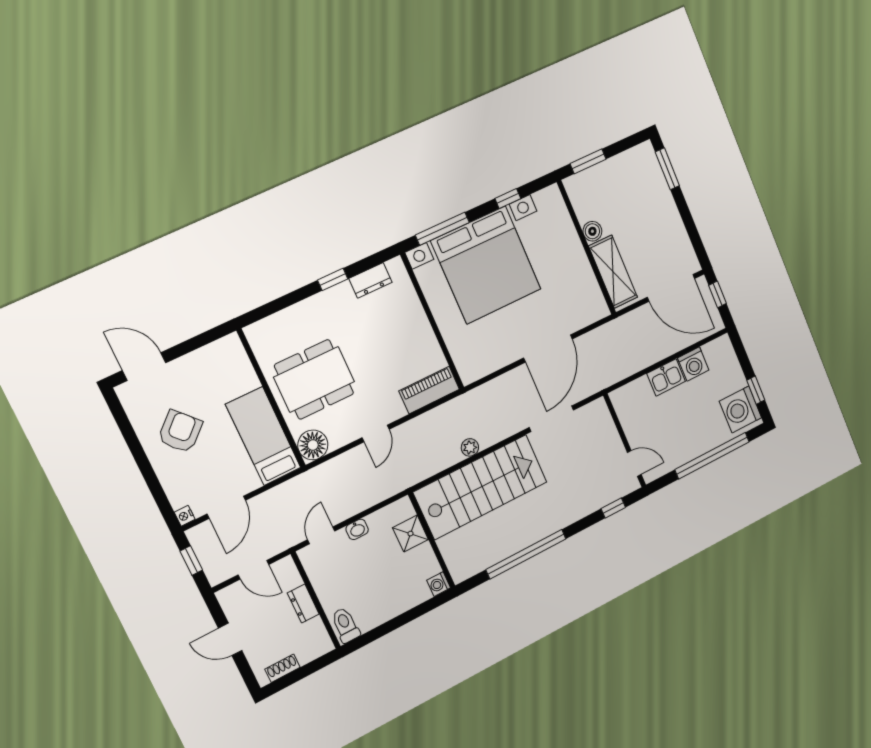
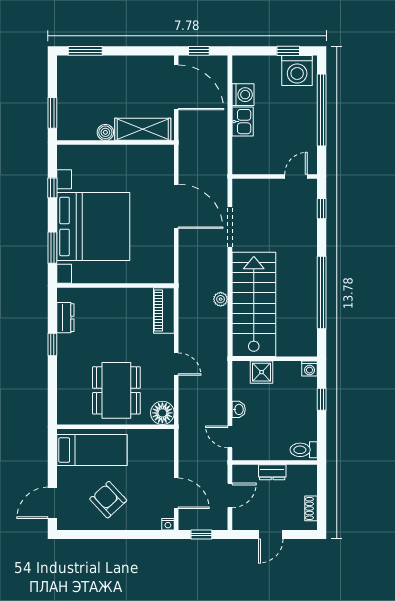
window: (442, 229) -> (52, 248), width x0.69
door: (671, 288) -> (176, 87), hinge flipped
bed: (263, 436) -> (92, 450), moved, turned 180
window: (411, 615) -> (322, 399), added

